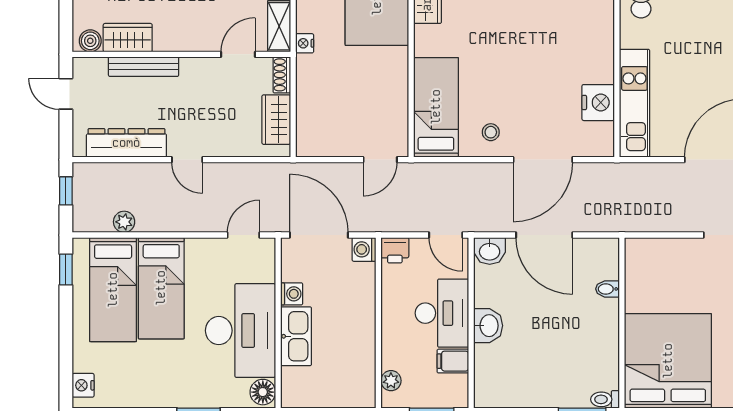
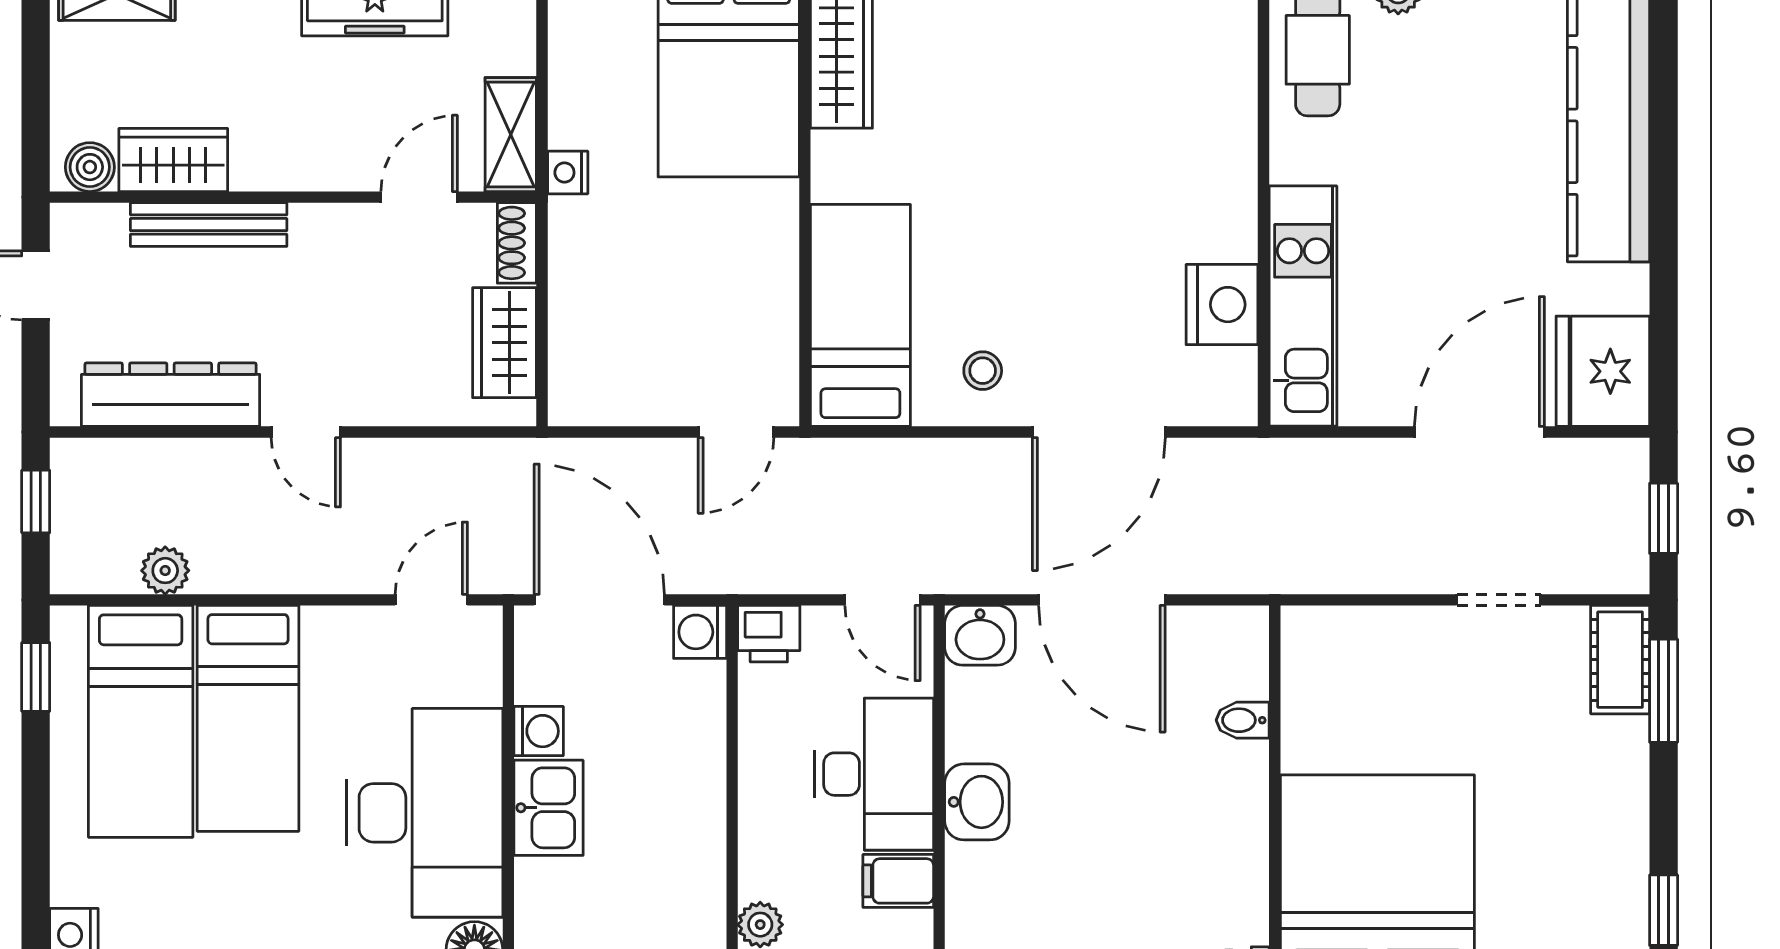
kitchen sink: (296, 336) -> (549, 808), width x0.73

